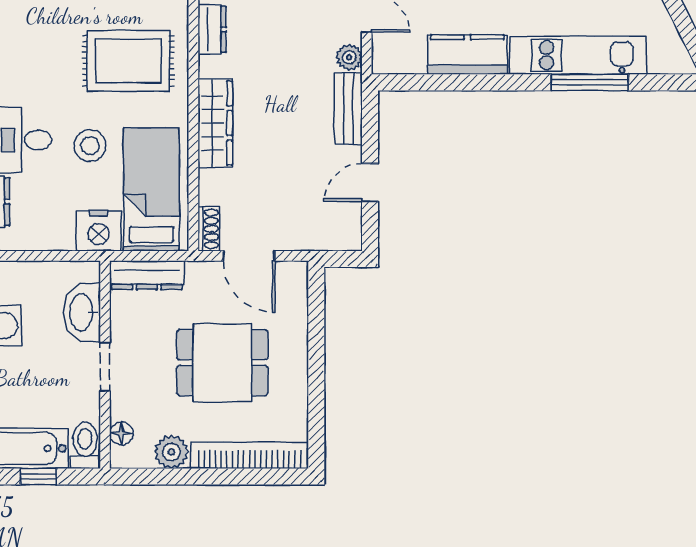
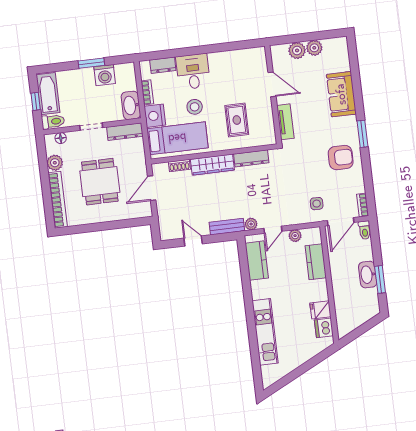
dresser: (212, 29) -> (251, 158), width x1.44
kitchen counter: (467, 55) -> (257, 261), moved
rug: (128, 61) -> (237, 120), width x0.73, depth x0.70
window: (590, 82) -> (253, 339), removed
shoe rack: (209, 229) -> (179, 166), moved
bookcase: (48, 241) -> (147, 92), added
dresser: (147, 275) -> (125, 132), moved, turned -90
washbasin: (82, 312) -> (131, 105), moved, turned -90

